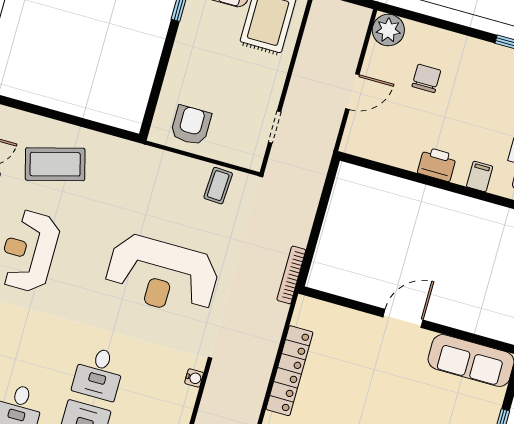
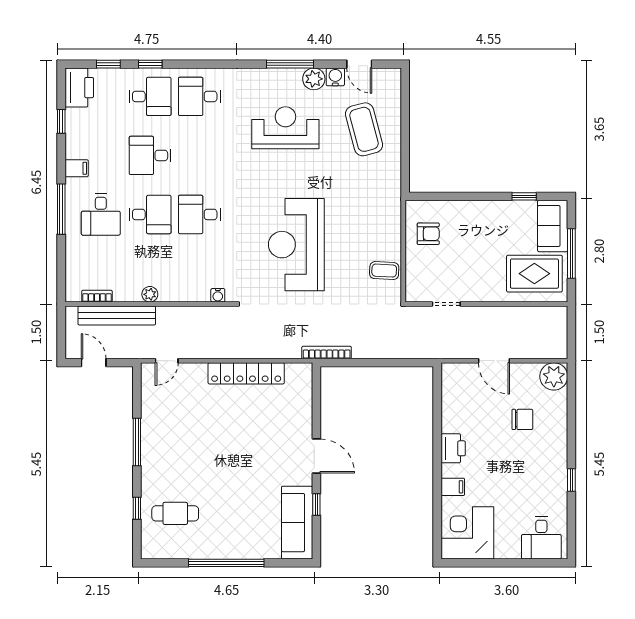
armchair: (191, 125) -> (428, 234), width x0.72, depth x0.72
window: (457, 333) -> (316, 504), added

